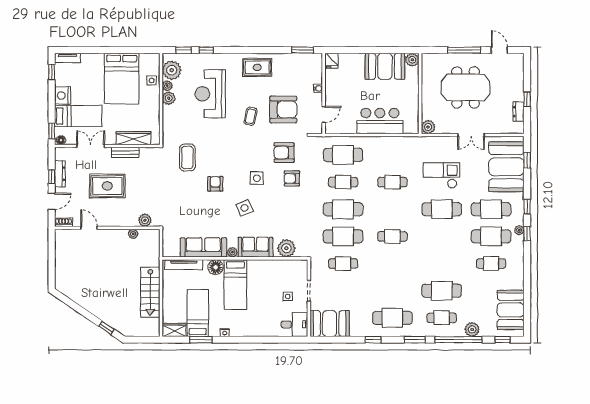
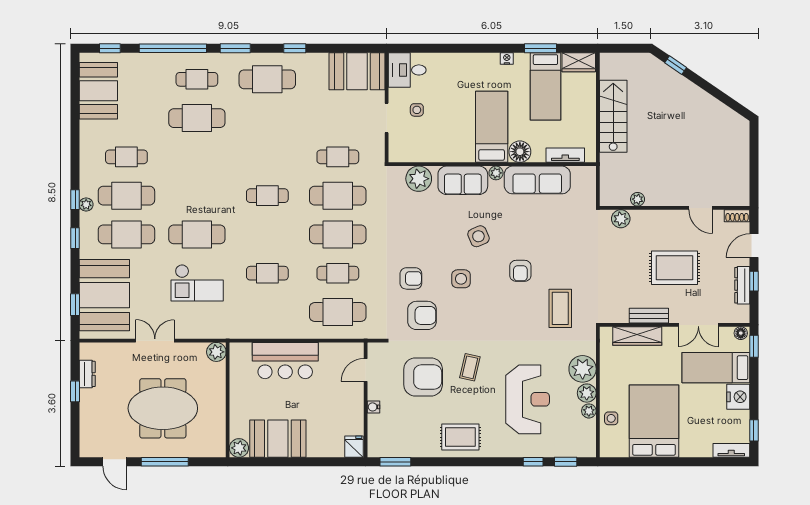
plant: (172, 70) -> (583, 369), moved
armchair: (283, 109) -> (423, 377), turned 180
tv unit: (184, 265) -> (565, 155), width x0.71
plant: (472, 329) -> (153, 63), removed

